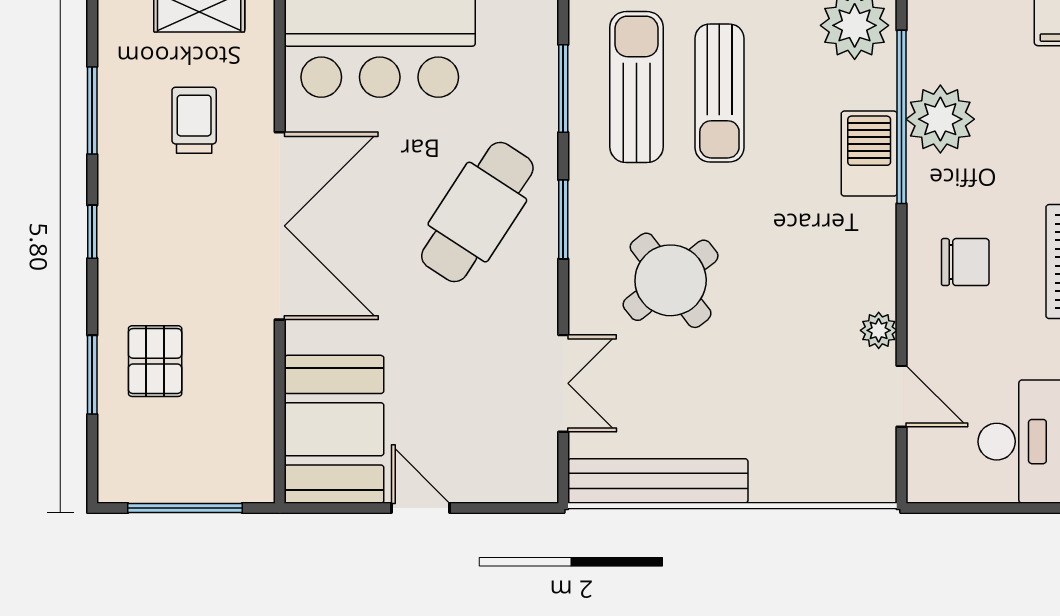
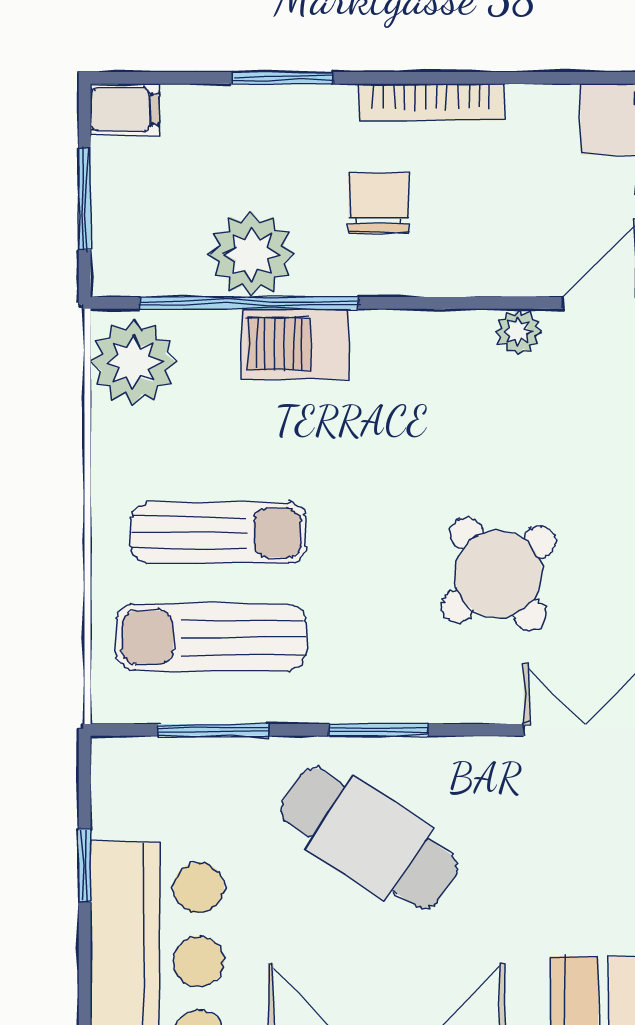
chair: (965, 262) -> (378, 203), moved
round table: (671, 280) -> (498, 574), moved

